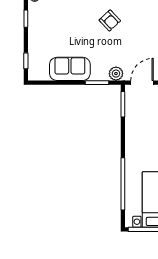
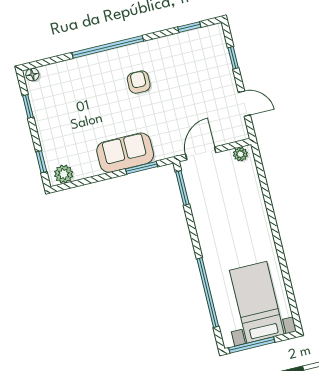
armchair: (110, 20) -> (139, 82), turned -137
sofa: (70, 69) -> (125, 153), moved
plant: (116, 74) -> (64, 174), moved

